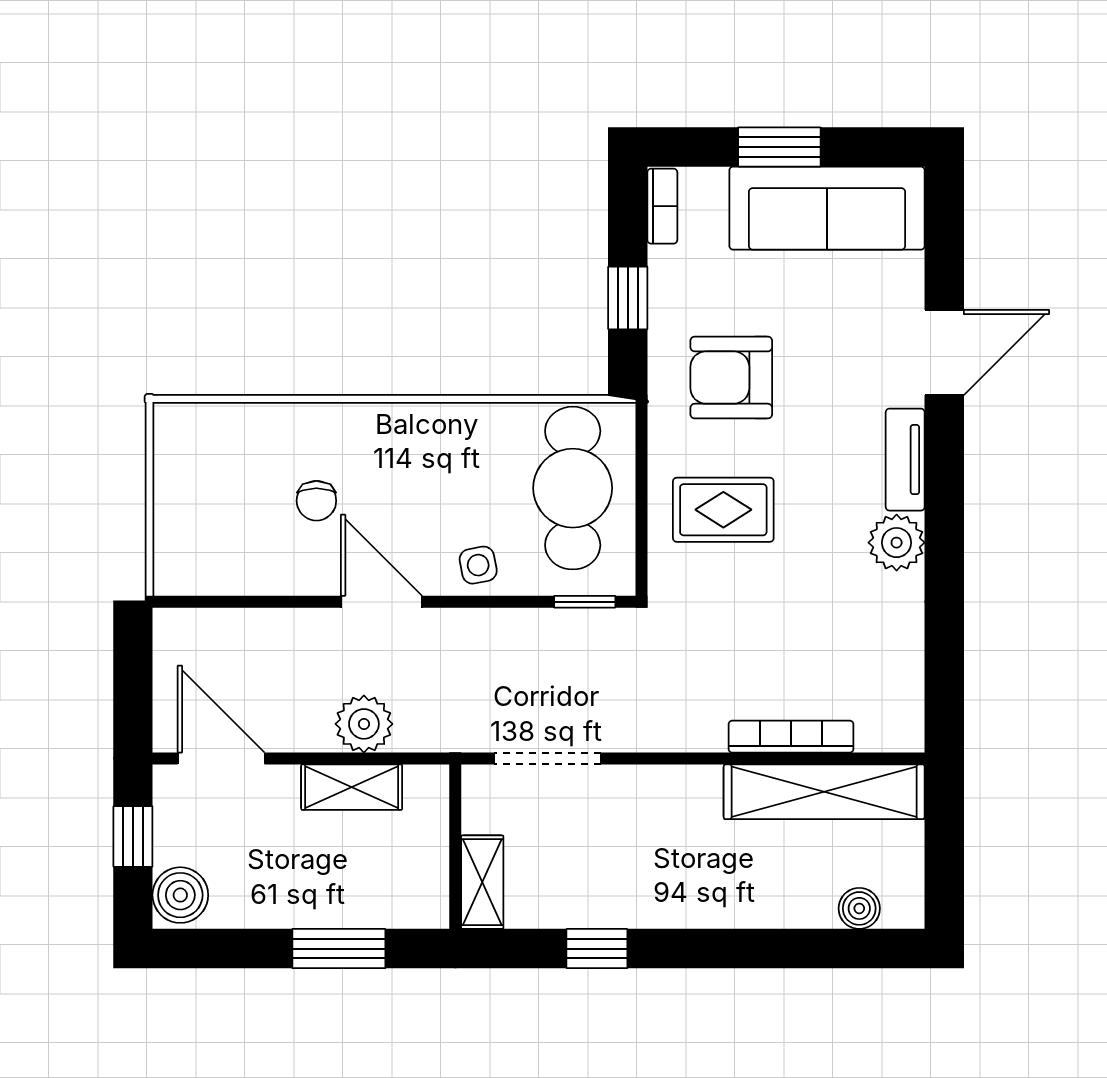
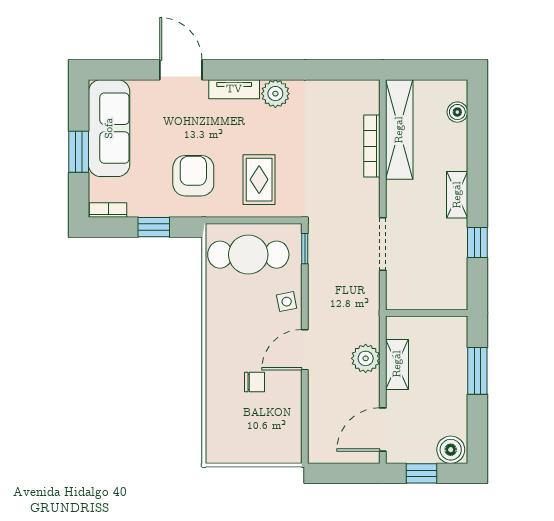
armchair: (731, 378) -> (193, 176), turned 180
doorway: (548, 758) -> (383, 244), moved
shelving: (482, 882) -> (457, 195), moved, turned 90

